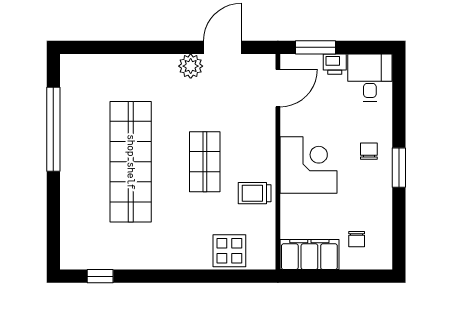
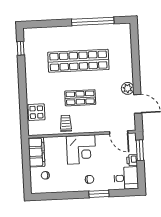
window: (399, 168) -> (99, 194), moved

